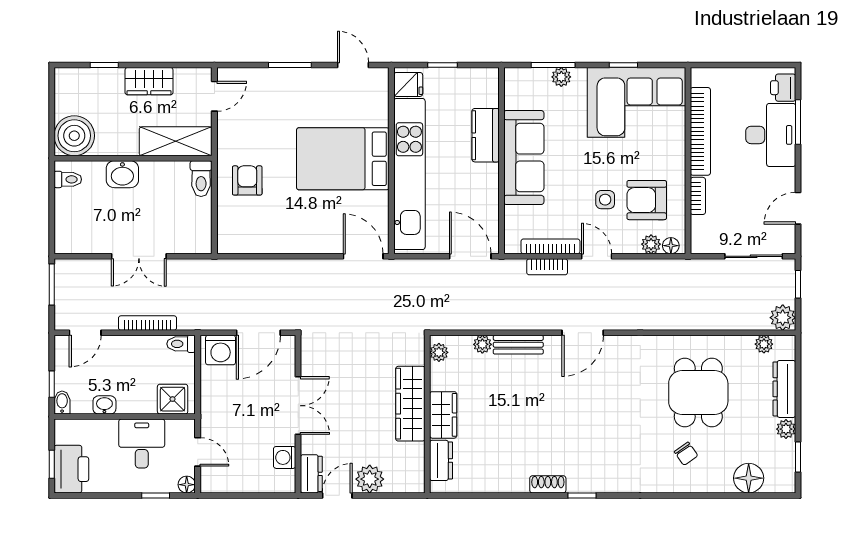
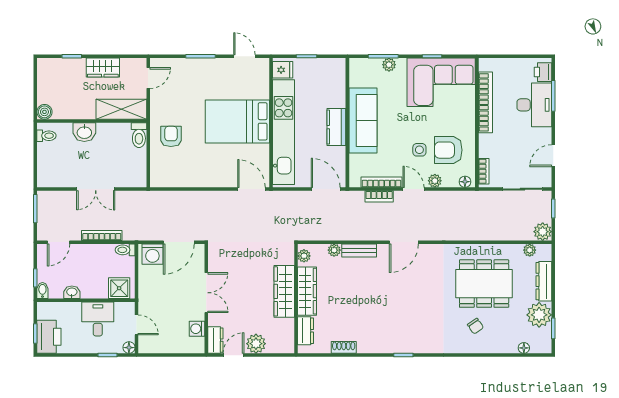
kitchen counter: (486, 135) -> (336, 127), moved
boiler: (74, 136) -> (44, 112), width x0.54, depth x0.54
bookcase: (698, 196) -> (484, 171), moved
plant: (651, 244) -> (435, 181), moved
dining table: (698, 392) -> (484, 284), width x1.38
wardrobe: (443, 415) -> (307, 291), width x1.50
plant: (786, 429) -> (539, 315), width x1.88, depth x1.88
floor lamp: (749, 478) -> (524, 348), width x0.53, depth x0.53
shoe rack: (548, 484) -> (344, 347), moved

